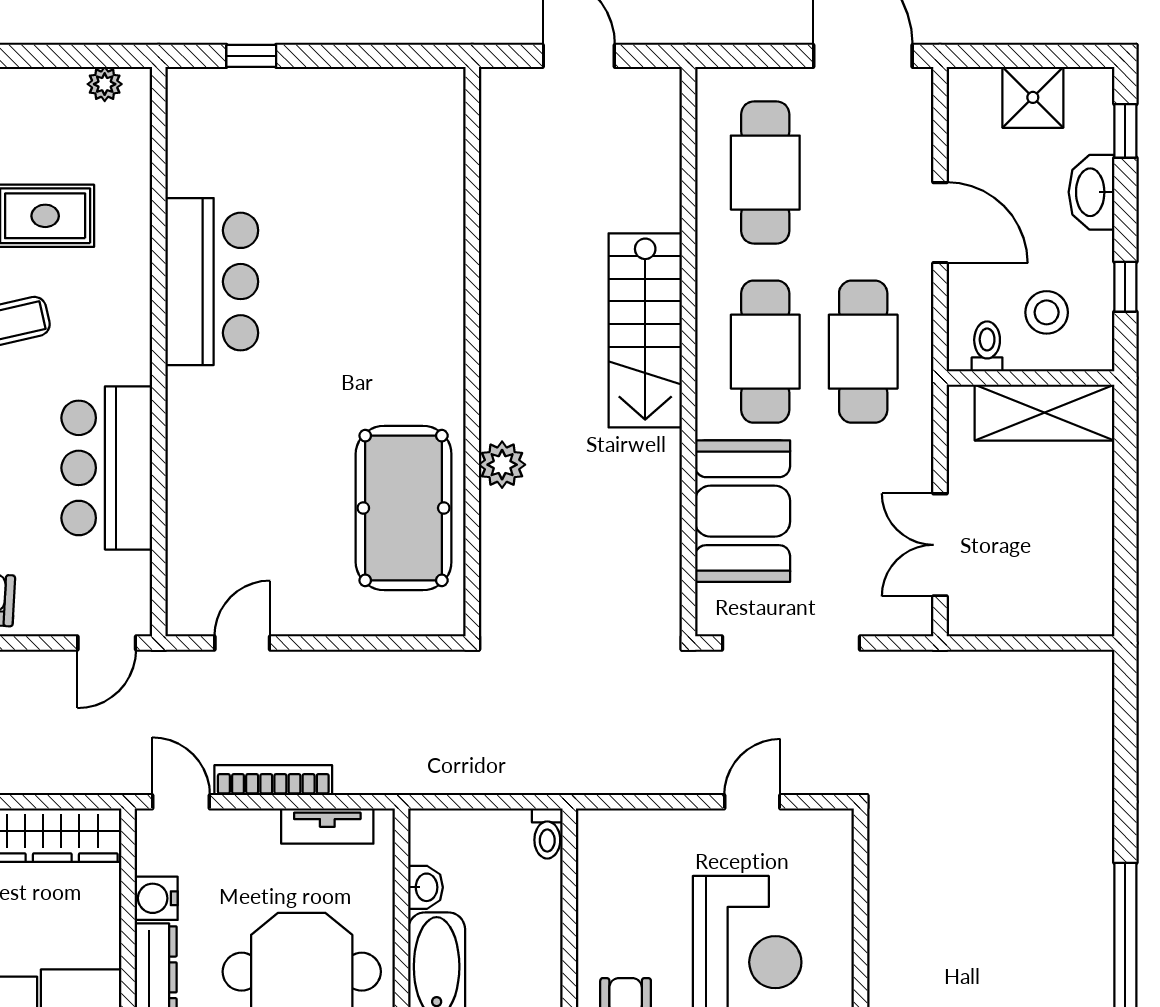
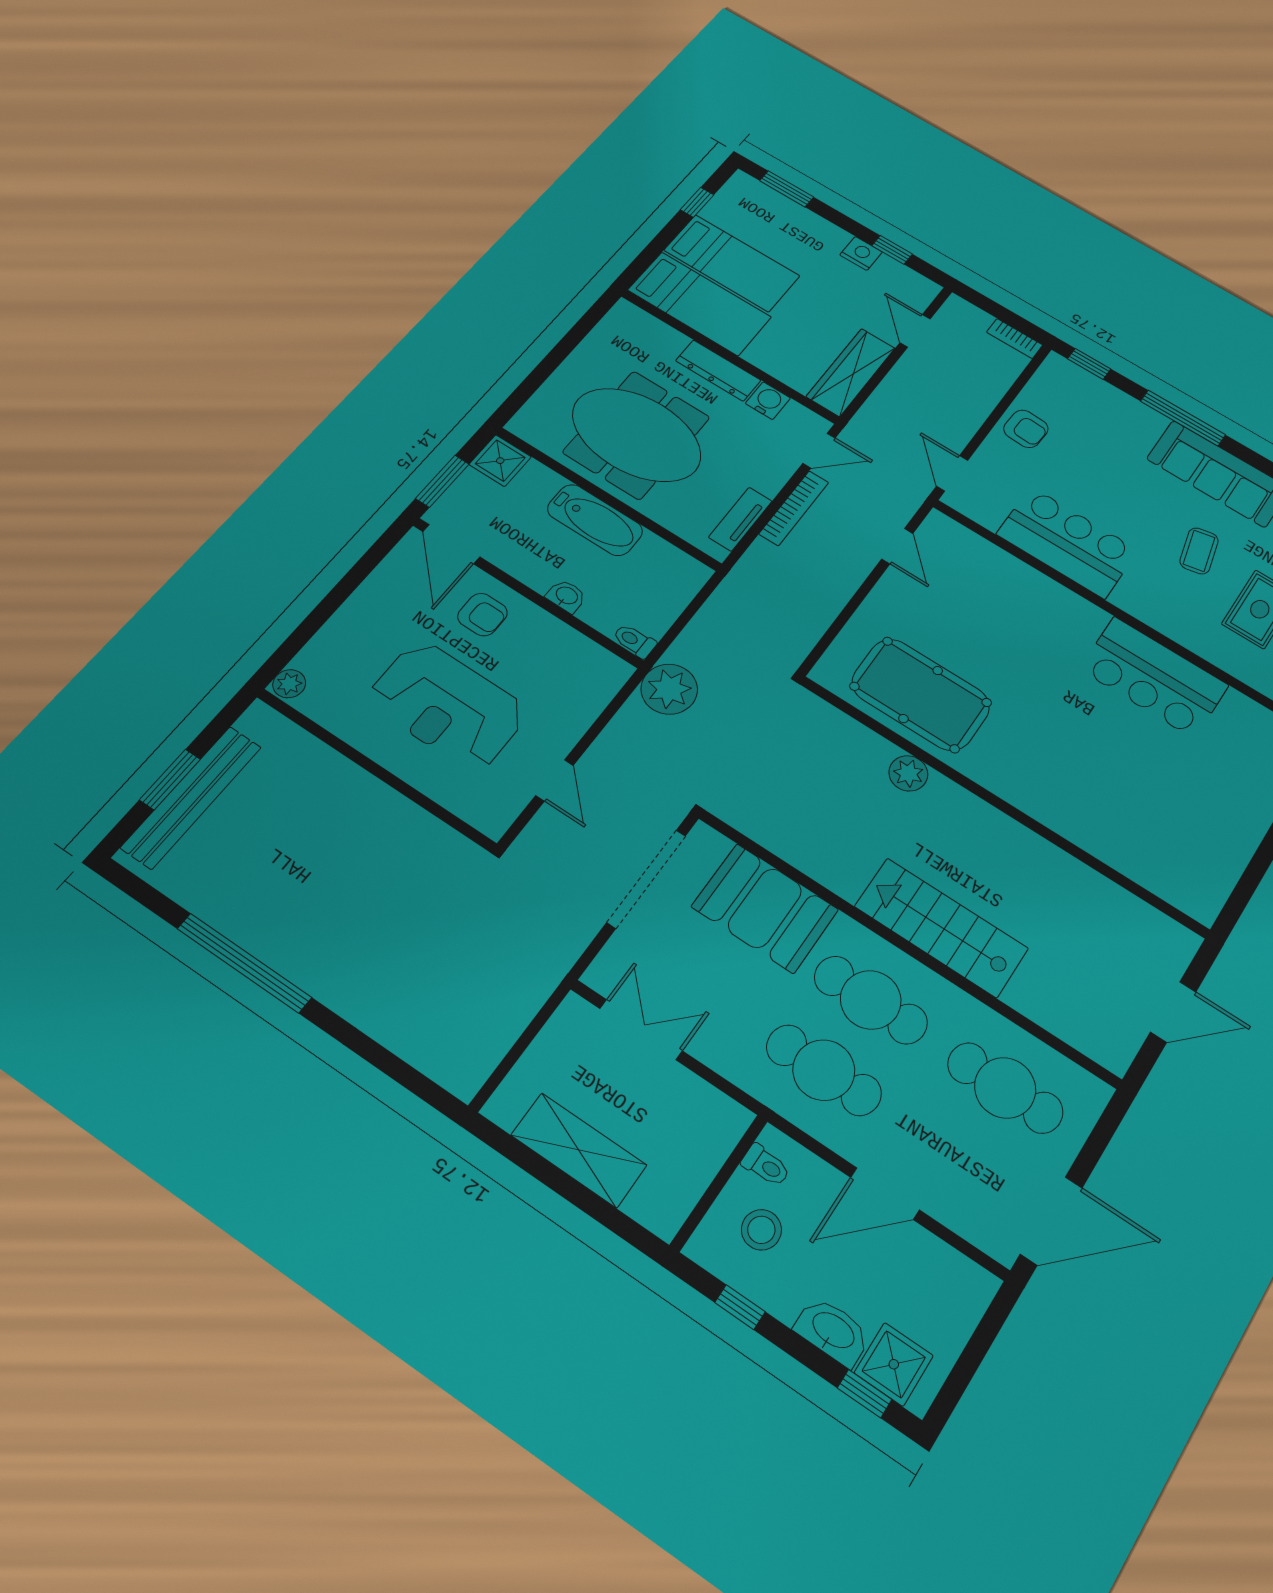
shower: (1033, 97) -> (894, 1364), moved
shelving: (1044, 413) -> (579, 1150), moved, turned 90
plant: (576, 761) -> (669, 689), added
washbasin: (426, 887) -> (566, 596), moved, turned 180

